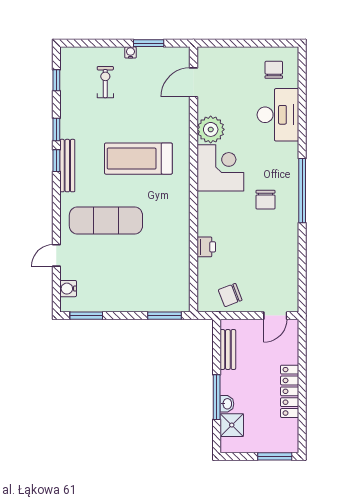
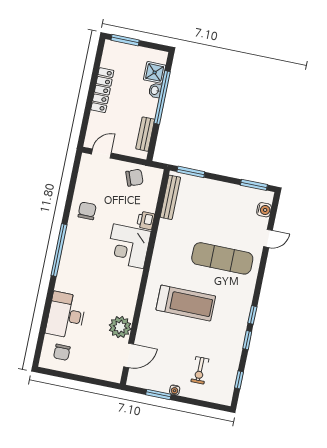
plant: (211, 129) -> (120, 327), moved
bench: (67, 166) -> (170, 197), moved
corner desk: (220, 168) -> (129, 246), moved
chair: (266, 200) -> (87, 211), moved
window: (217, 397) -> (162, 98), width x1.46

